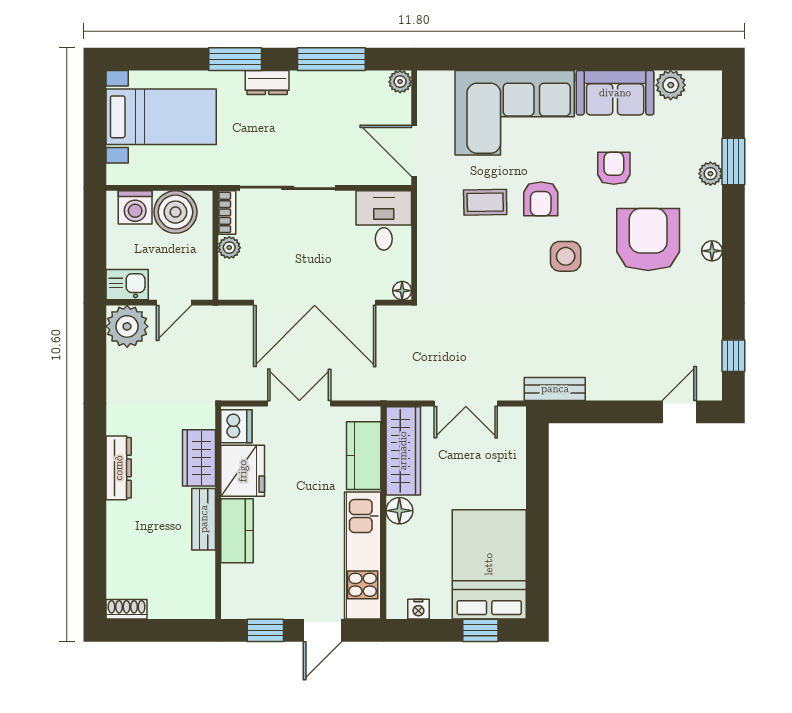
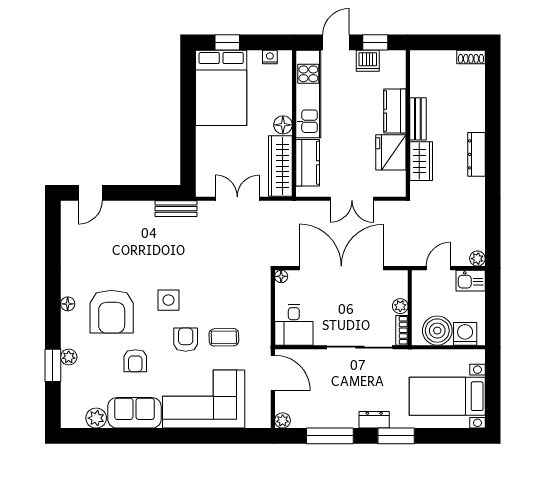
plant: (127, 326) -> (477, 259), width x0.53, depth x0.53
window: (733, 356) -> (53, 232), removed
dishwasher: (236, 426) -> (368, 61), moved, turned -90

